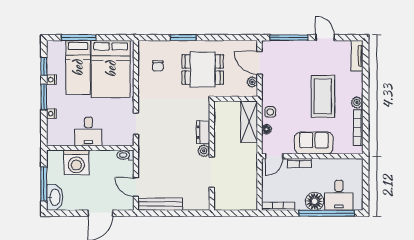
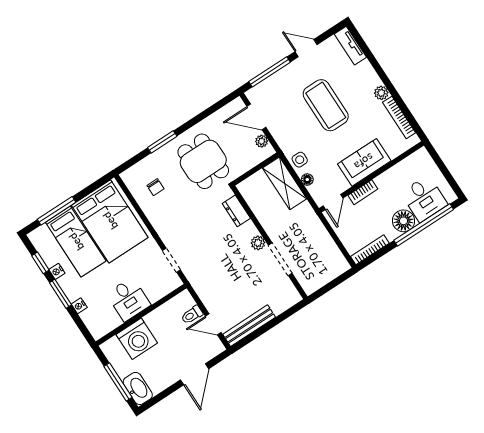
dining table: (203, 70) -> (203, 161), turned 90
coffee table: (323, 96) -> (326, 105), moved
dresser: (203, 132) -> (236, 211), moved
toilet: (125, 155) -> (192, 315), moved

